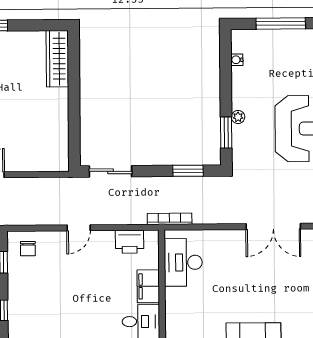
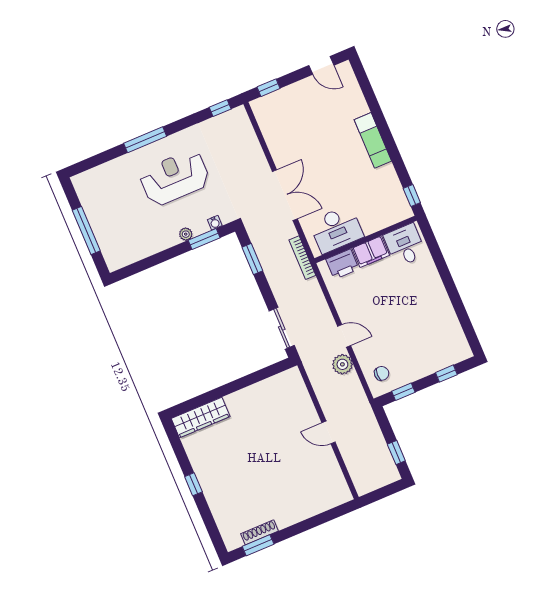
water cooler: (237, 60) -> (215, 223), moved
plant: (52, 215) -> (342, 364), added
double door: (273, 226) -> (285, 195), moved
printer: (130, 242) -> (342, 264), moved, turned 90

